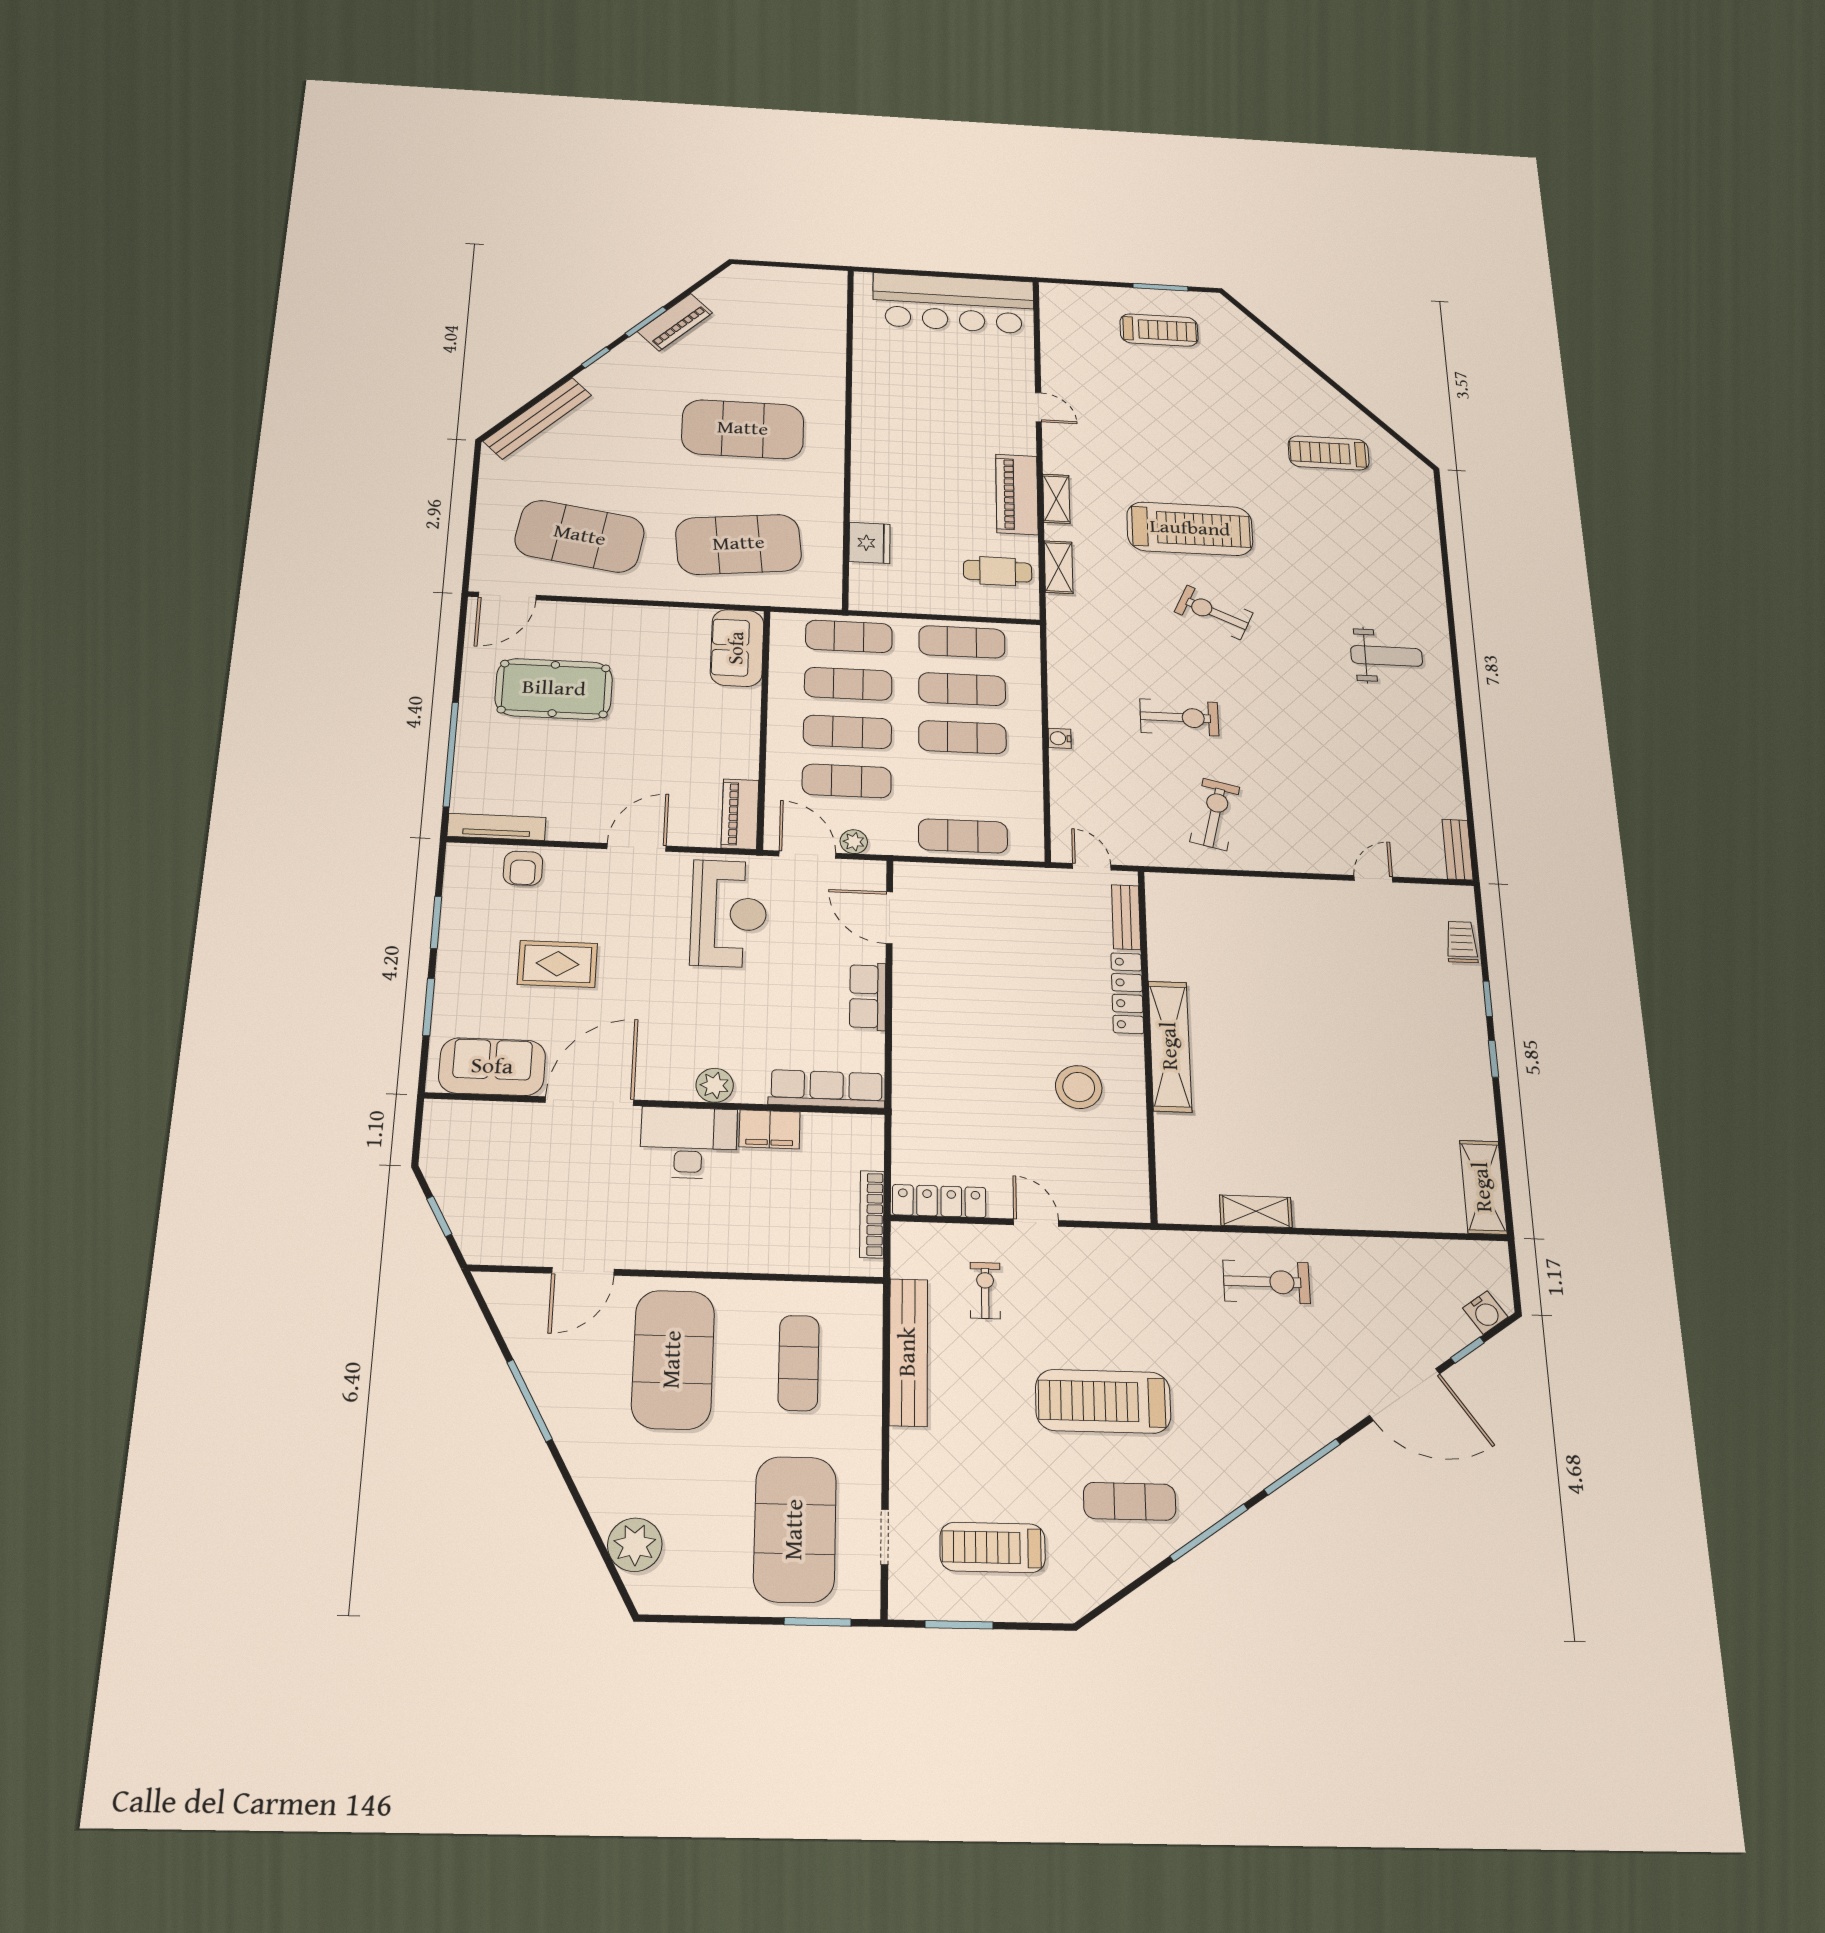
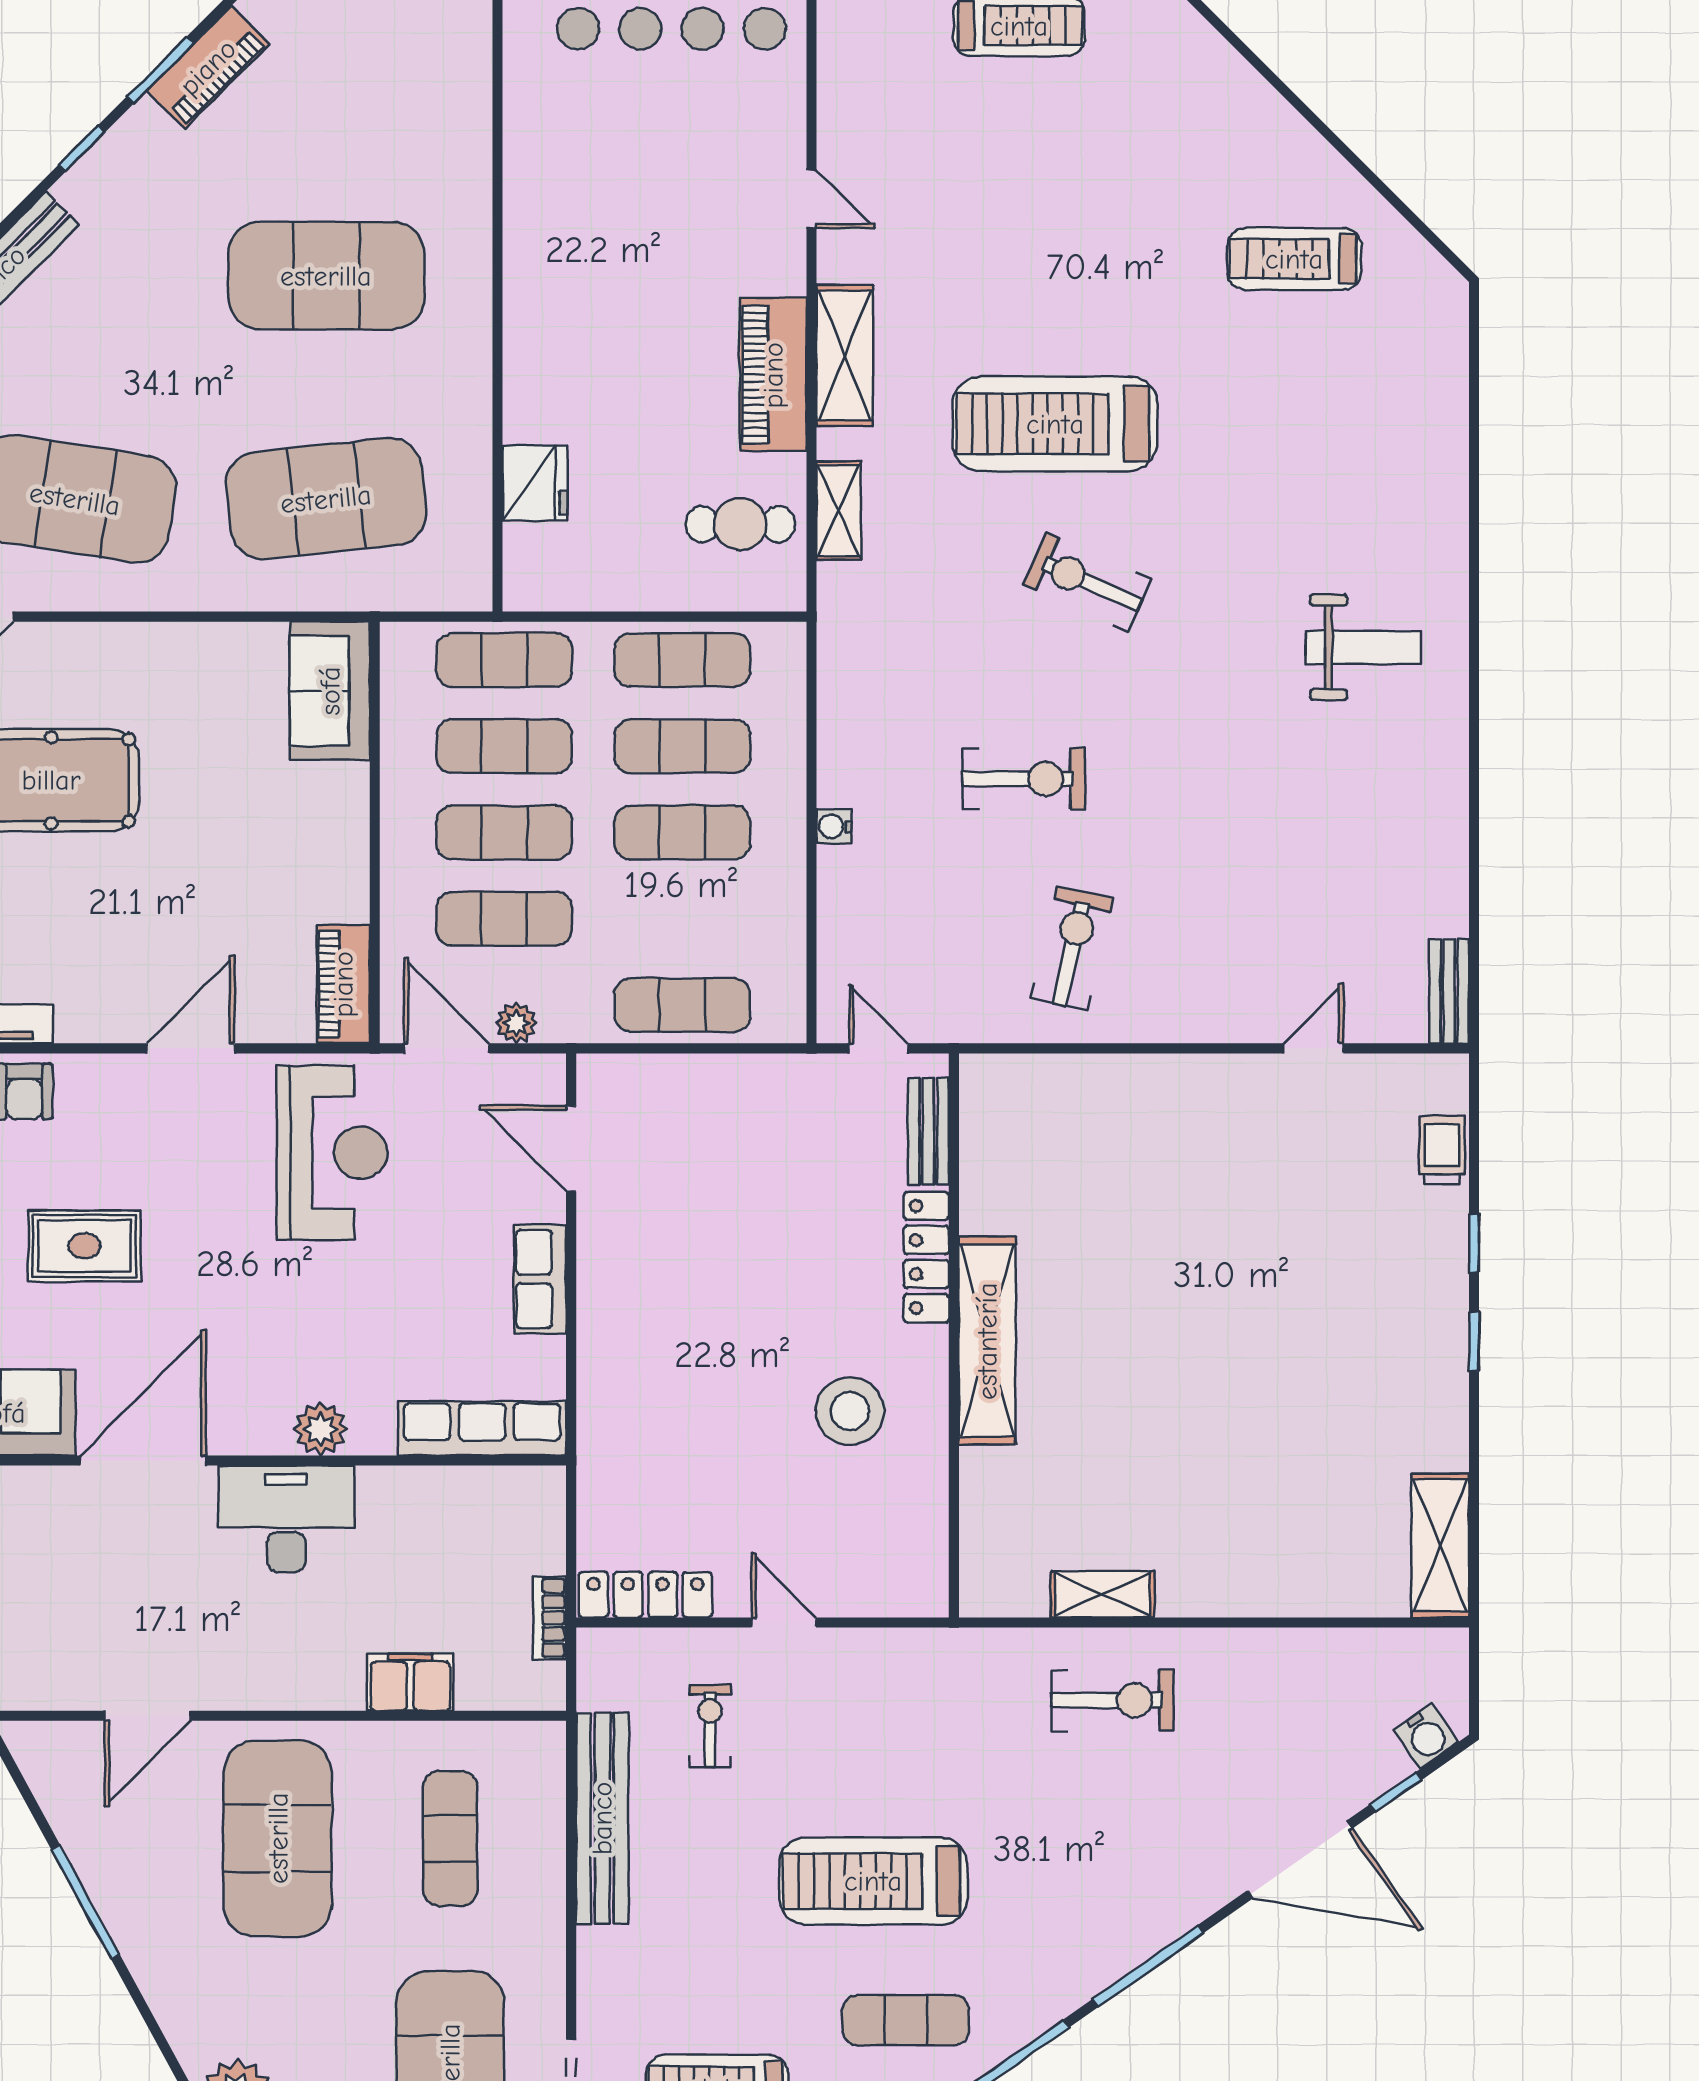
shelving: (1056, 499) -> (845, 356), width x1.50, depth x1.33
treadmill: (1190, 529) -> (1055, 424), turned 180
filing cabinet: (770, 1129) -> (410, 1682), moved, turned 180
bookcase: (872, 1214) -> (549, 1618), width x0.64

